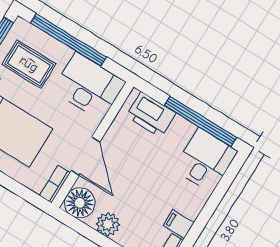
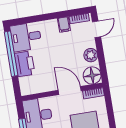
printer: (151, 115) -> (25, 64), moved
door: (86, 156) -> (70, 91), hinge flipped

